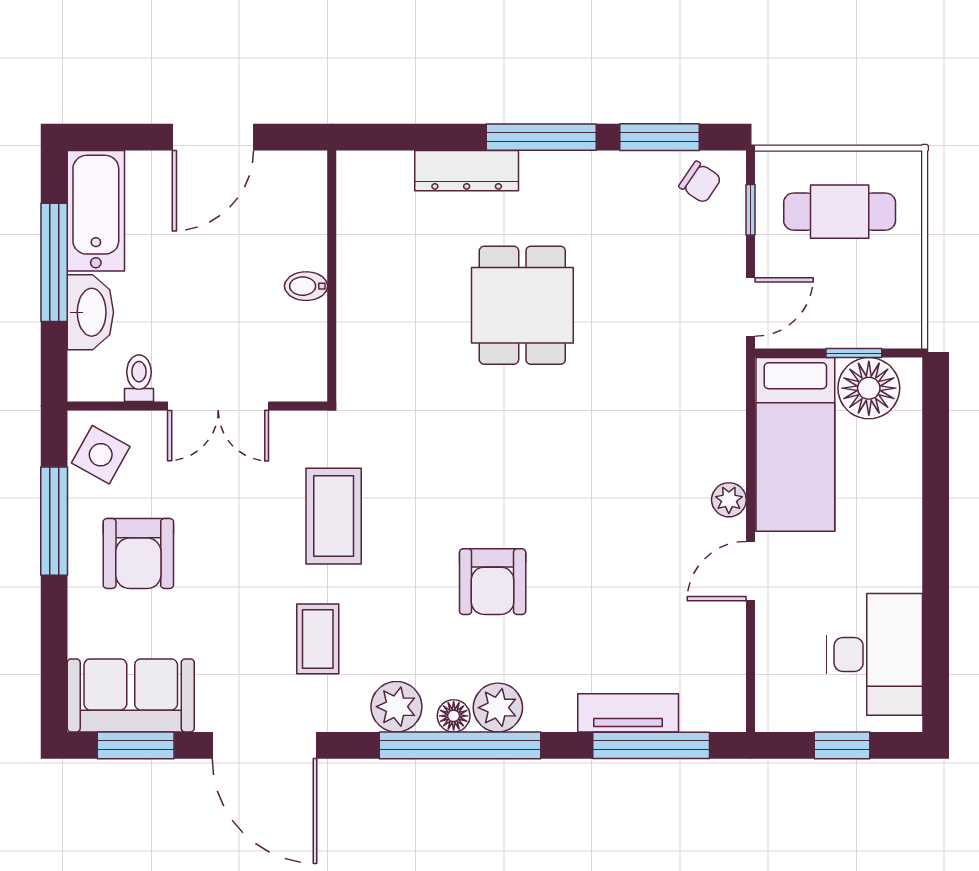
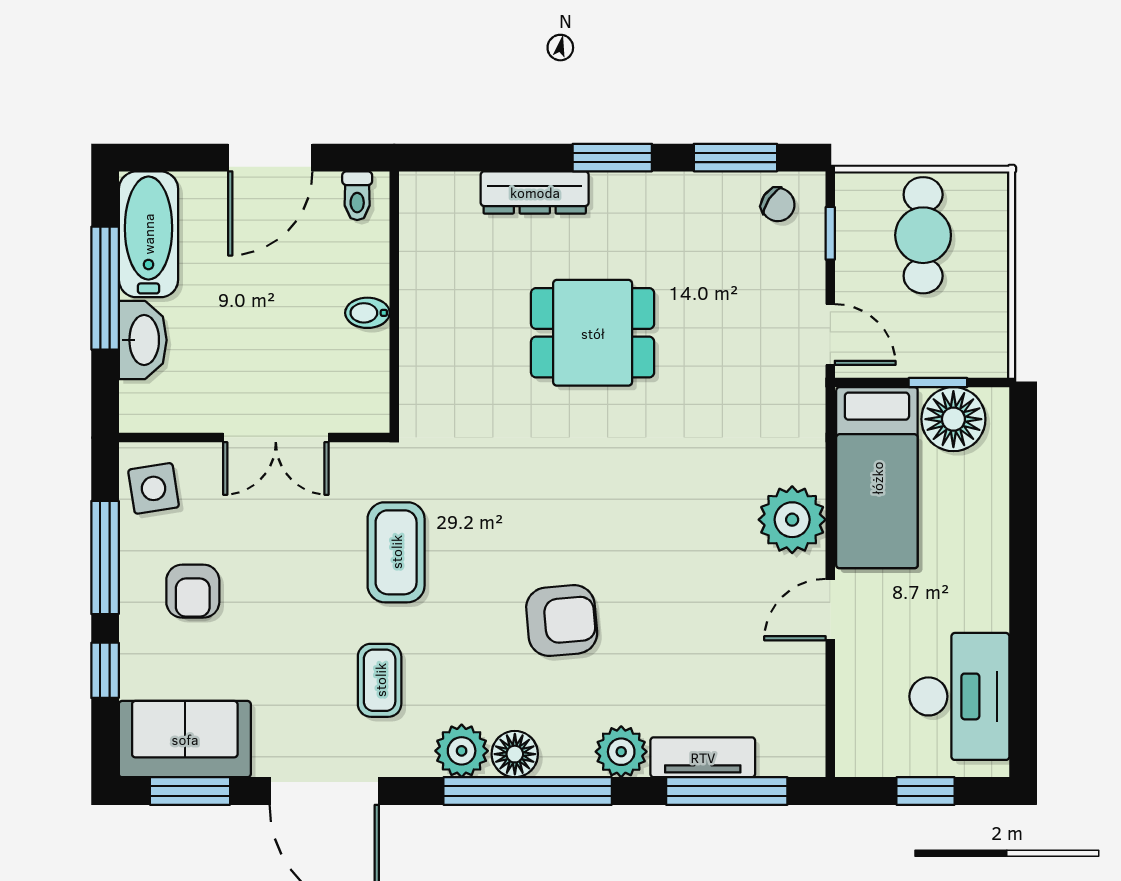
window: (541, 137) -> (612, 158), width x0.69
cafe table: (840, 212) -> (923, 235), turned 90
dining table: (522, 305) -> (593, 333), turned 90
door: (751, 307) -> (830, 335), hinge flipped
toilet: (139, 378) -> (357, 196), moved, turned 180
side table: (101, 455) -> (154, 488), turned -38
plant: (729, 500) -> (792, 520), width x1.87, depth x1.87
armchair: (138, 553) -> (193, 591), width x0.72, depth x0.72
armchair: (493, 582) -> (562, 621), turned -95
window: (54, 629) -> (105, 670), added
plant: (498, 708) -> (621, 752), moved
floor lamp: (454, 716) -> (515, 754), width x1.37, depth x1.37

